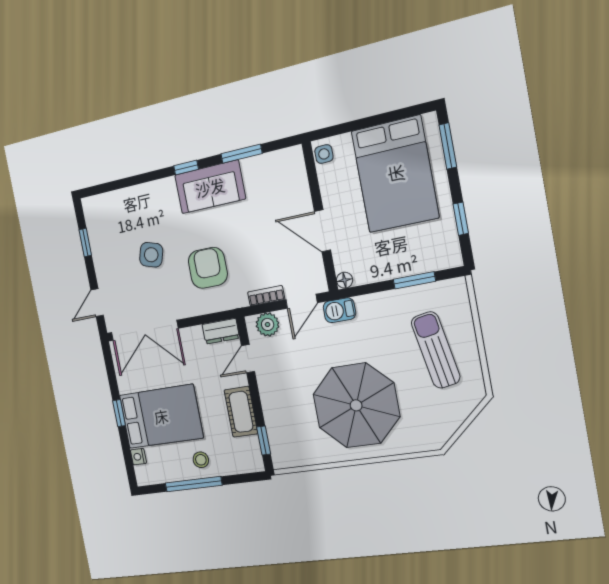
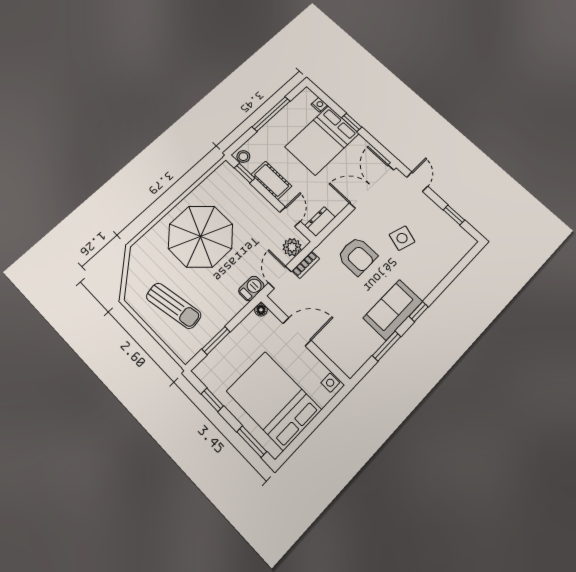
stool: (201, 460) -> (243, 157), moved

